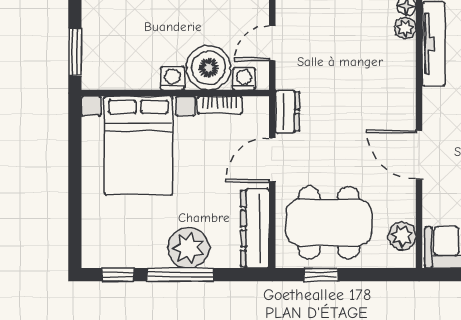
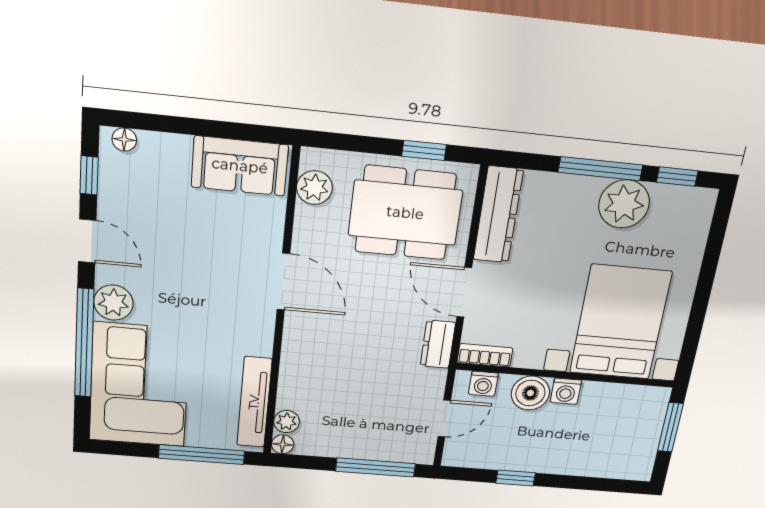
boiler: (209, 68) -> (530, 393), width x0.73, depth x0.73
bookcase: (220, 105) -> (485, 355), moved
door: (272, 160) -> (464, 292), swing flipped
plant: (189, 248) -> (624, 204), moved

